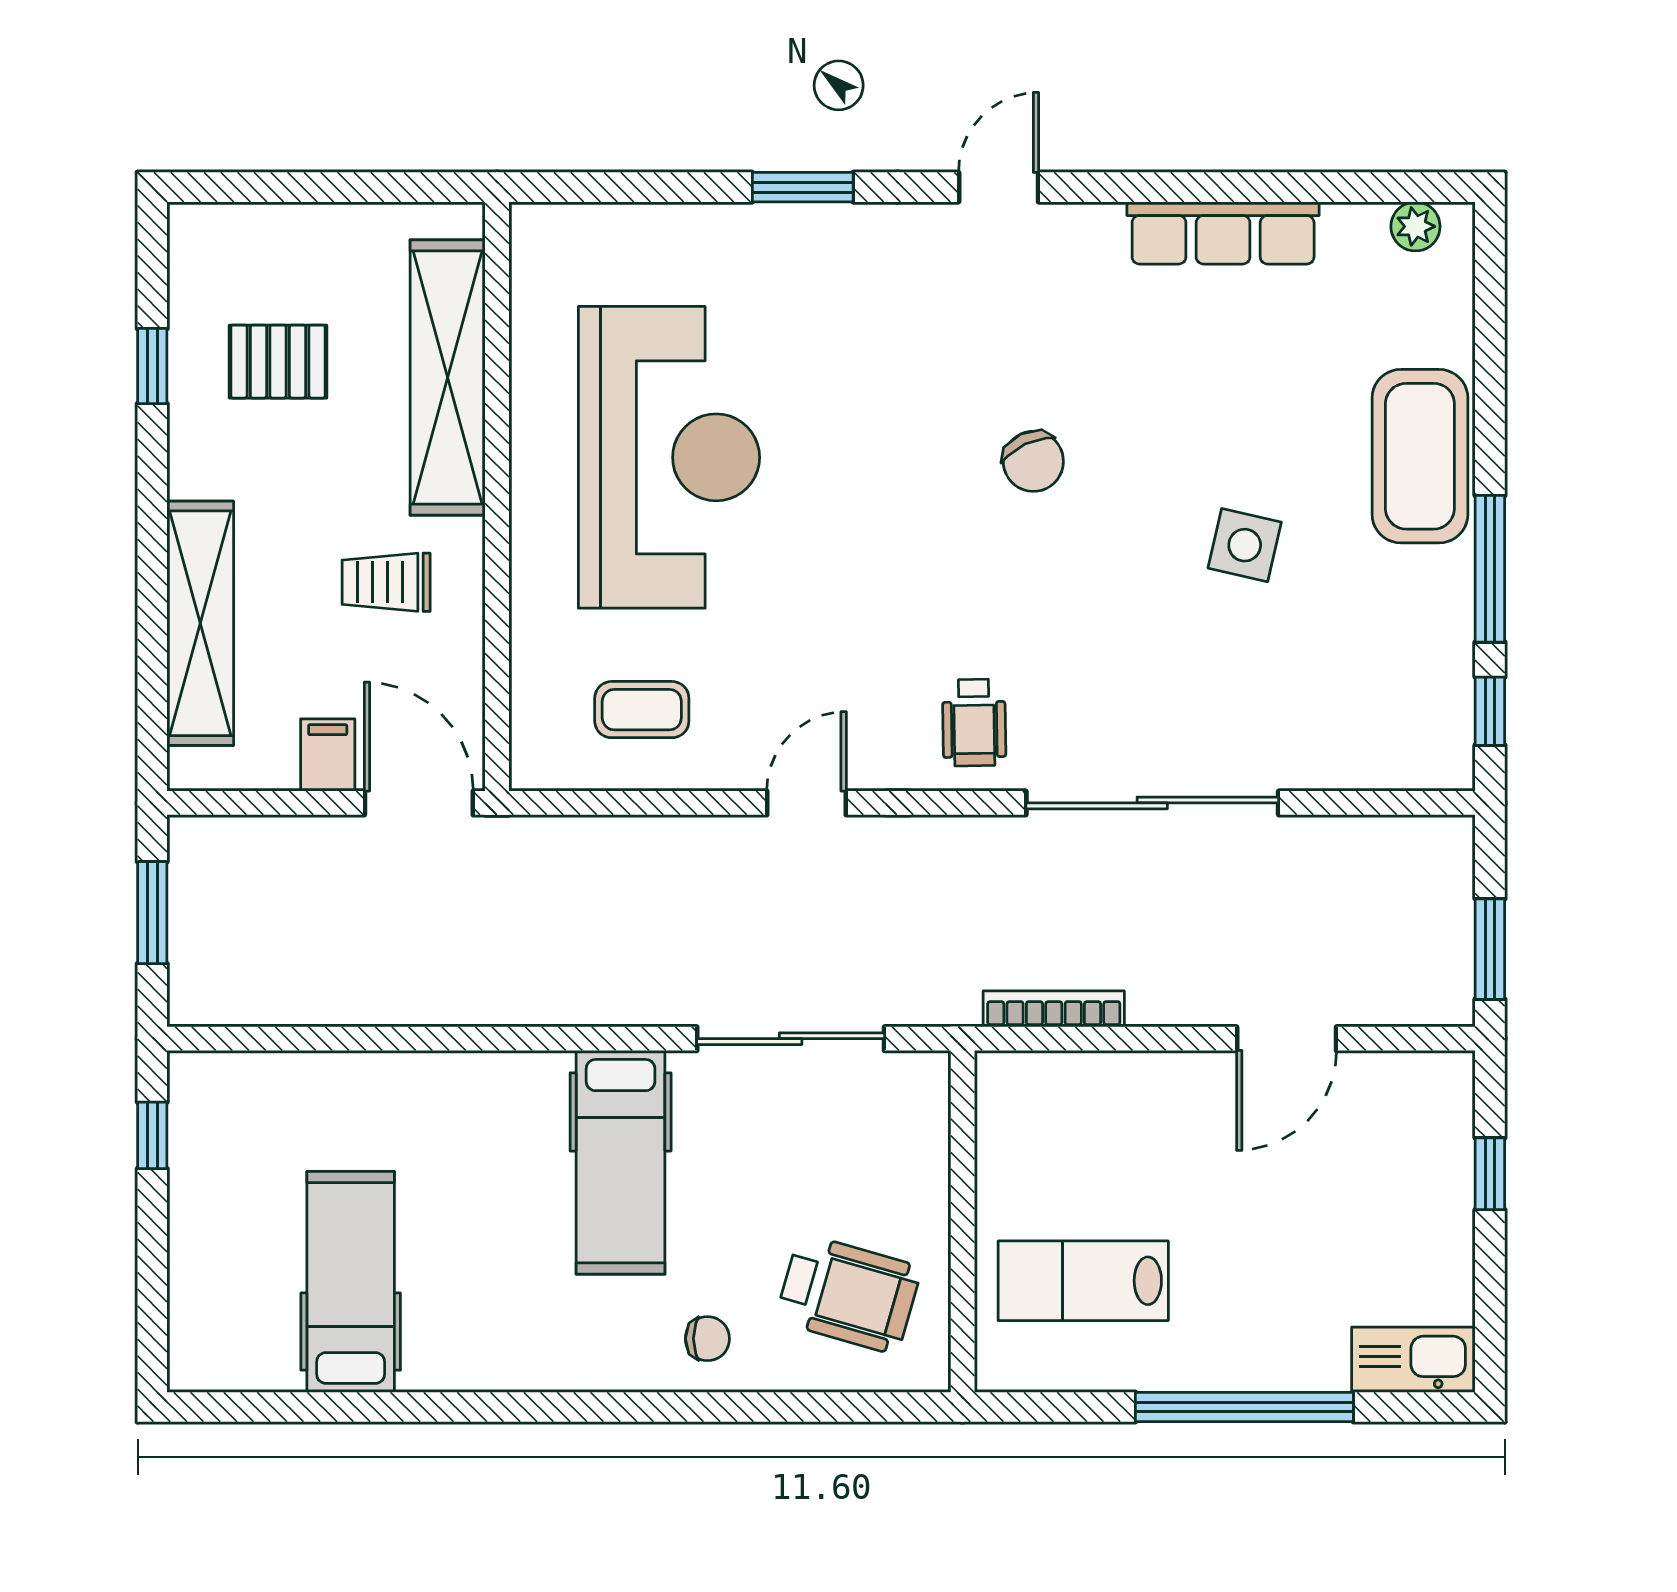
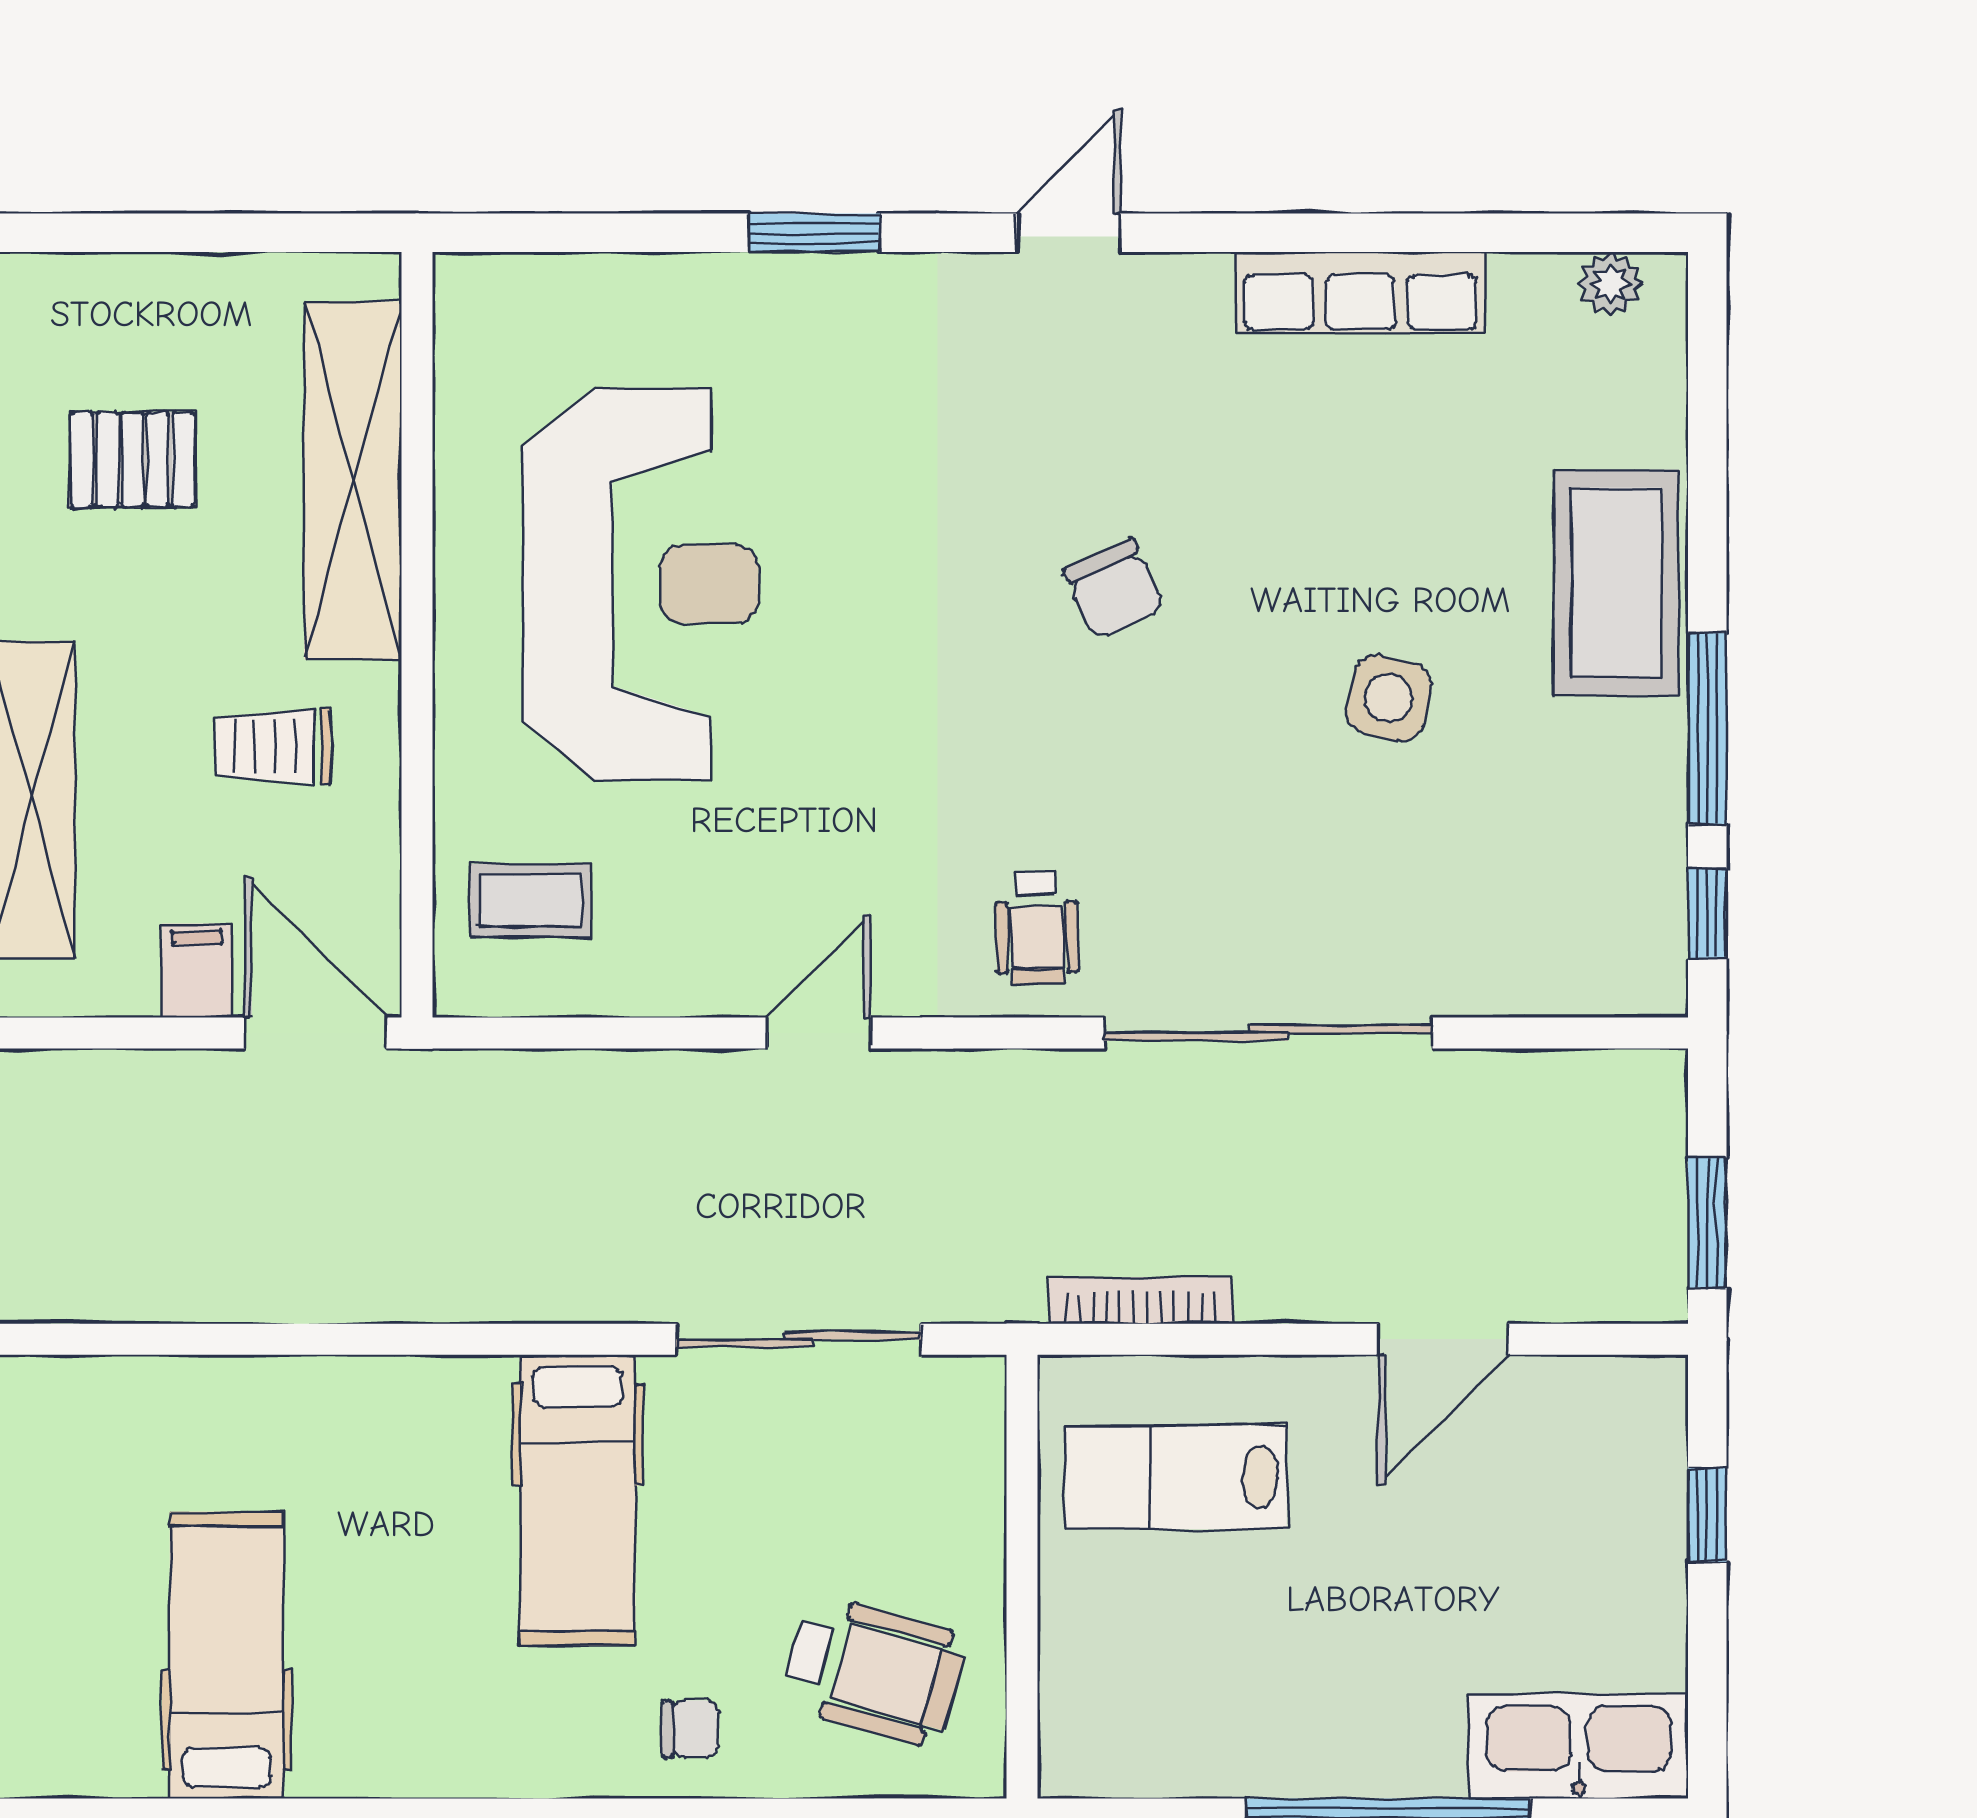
coffee table: (642, 710) -> (531, 900), moved
lab bench: (1083, 1281) -> (1176, 1477), moved
kitchen sink: (1413, 1360) -> (1579, 1746), width x1.36, depth x1.24

